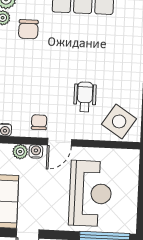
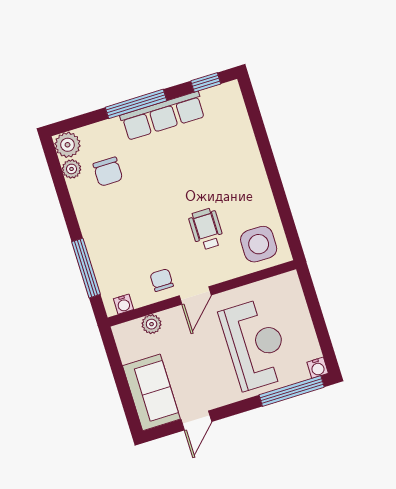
side table: (119, 121) -> (259, 244), turned -33
water cooler: (36, 151) -> (318, 368), moved, turned 180

